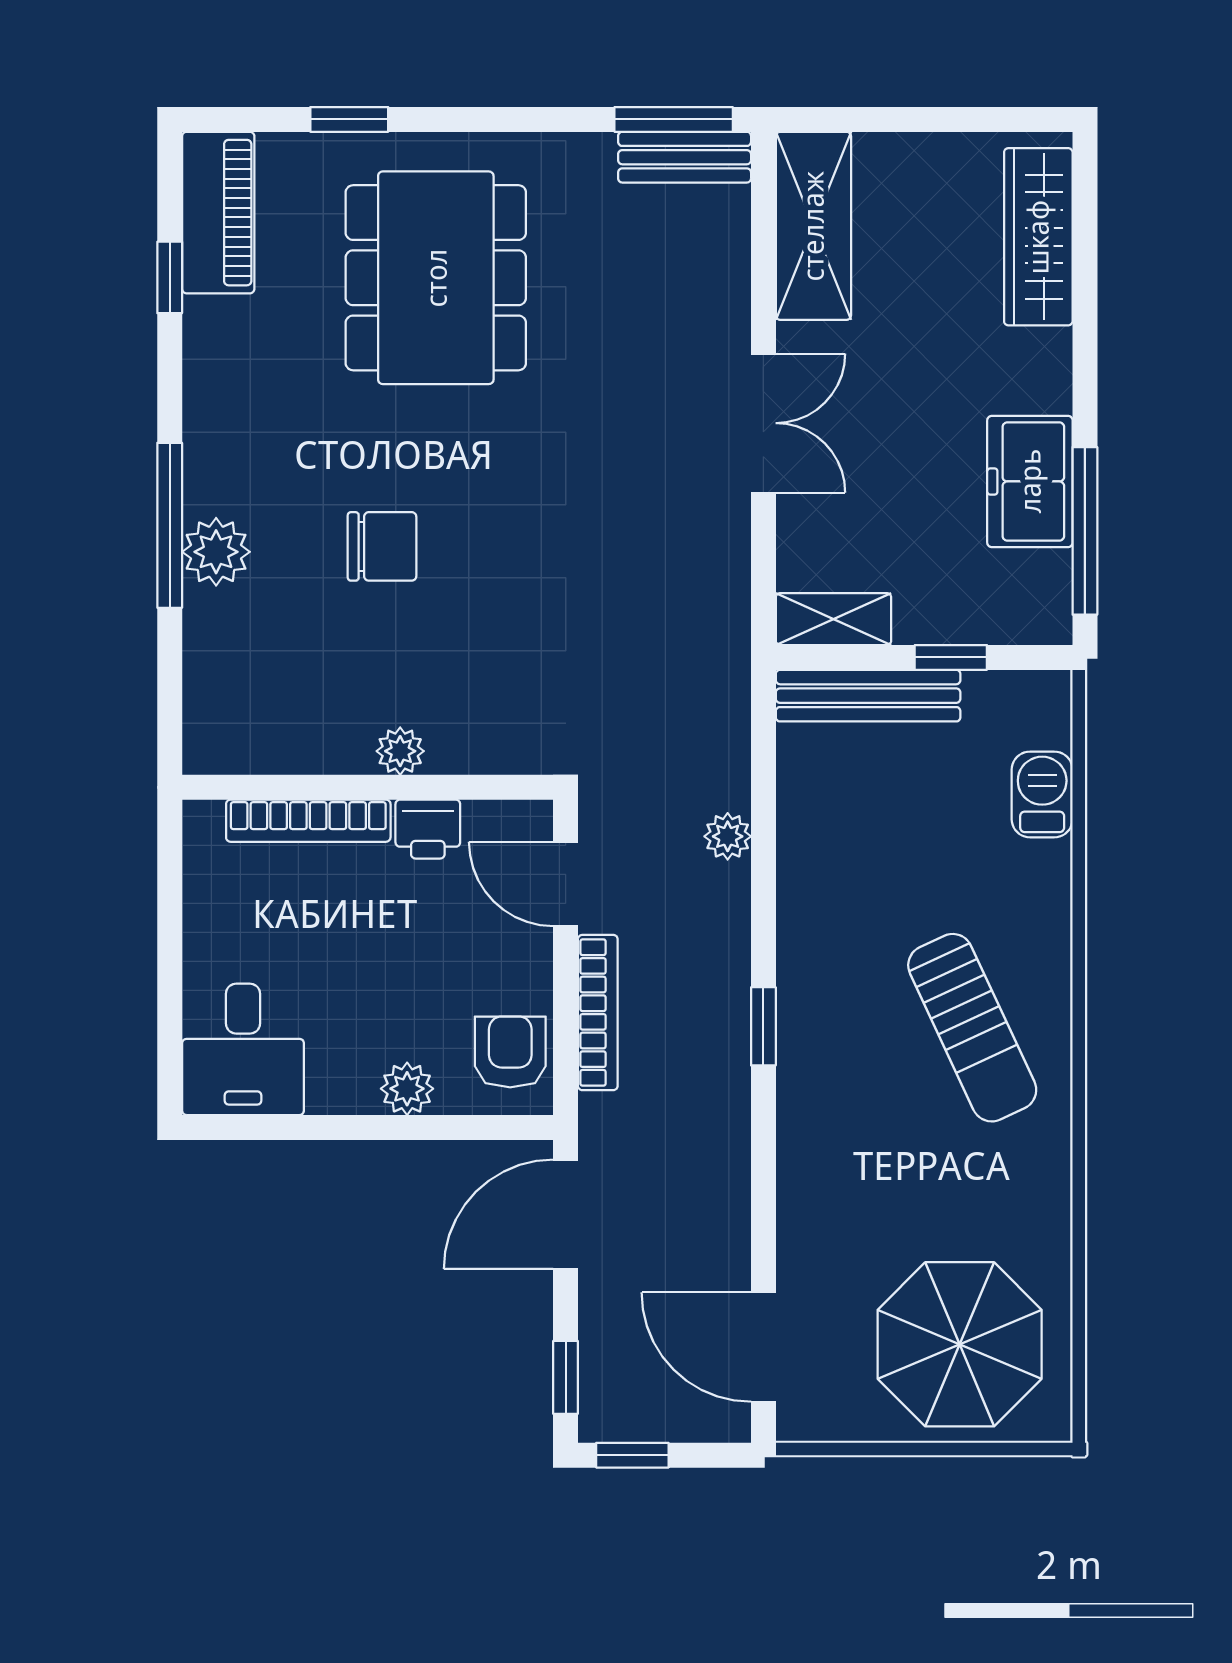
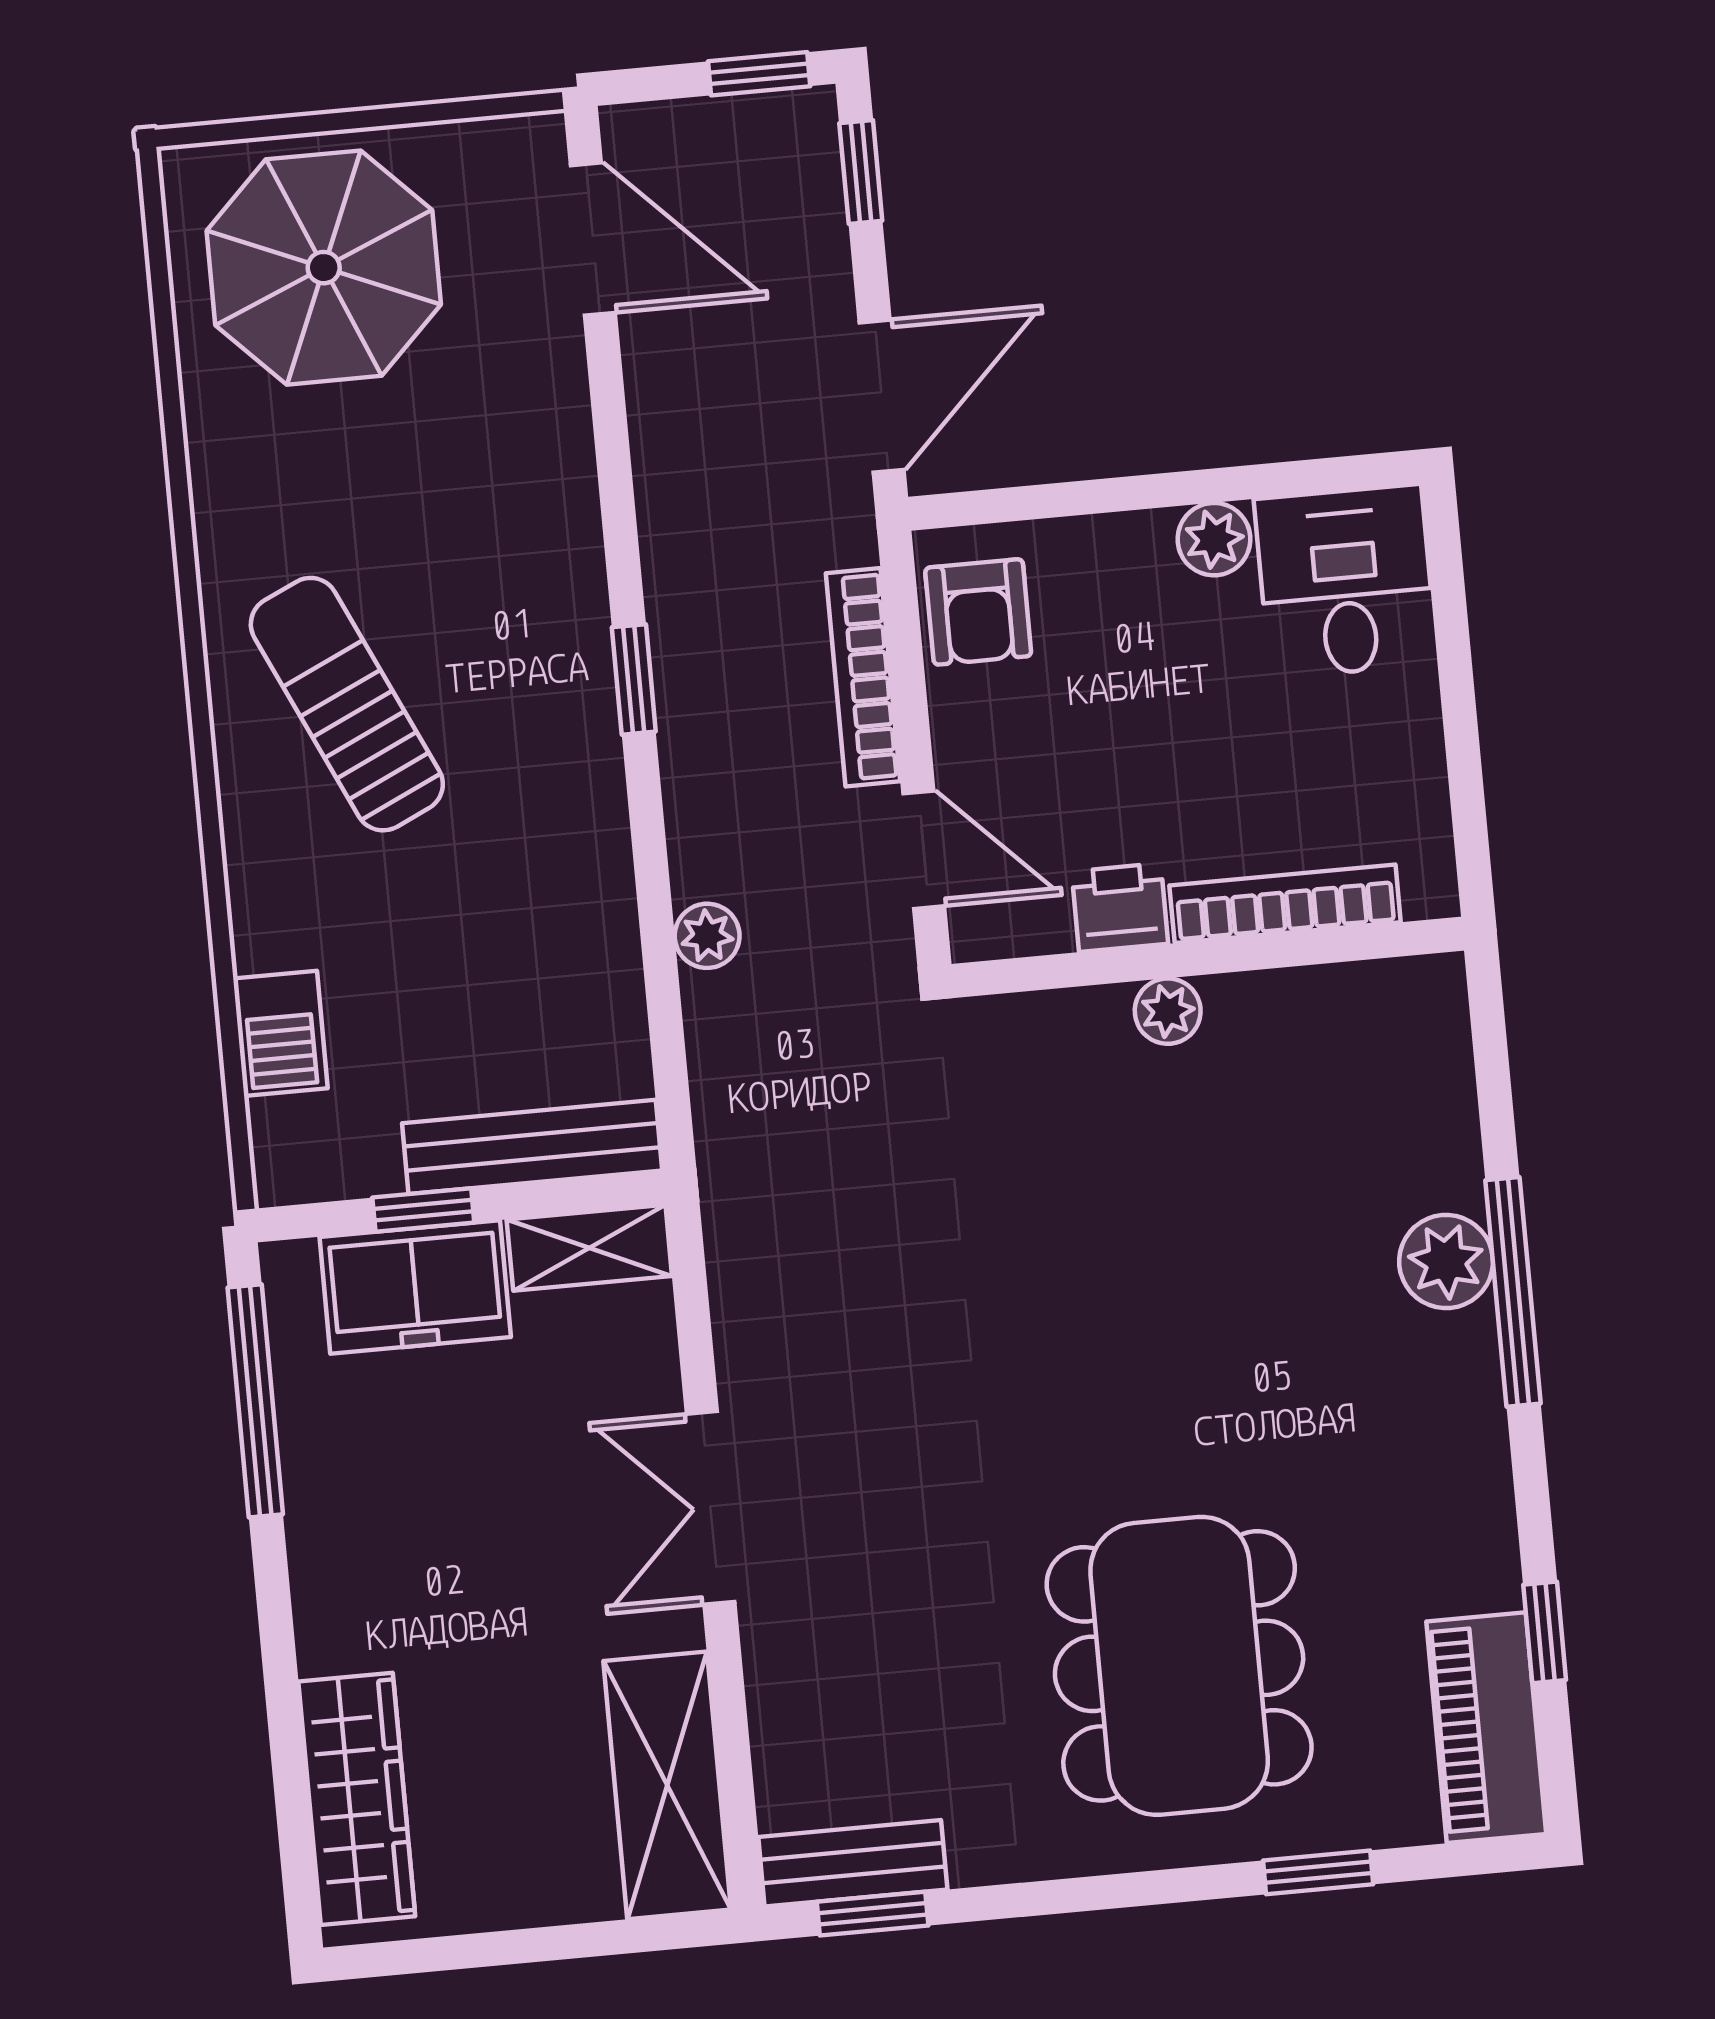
window: (674, 119) -> (873, 1914), width x0.67
freezer: (1030, 481) -> (415, 1287), moved, turned 90
chair: (382, 546) -> (1219, 1290), removed
plant: (407, 1089) -> (1214, 539), moved

